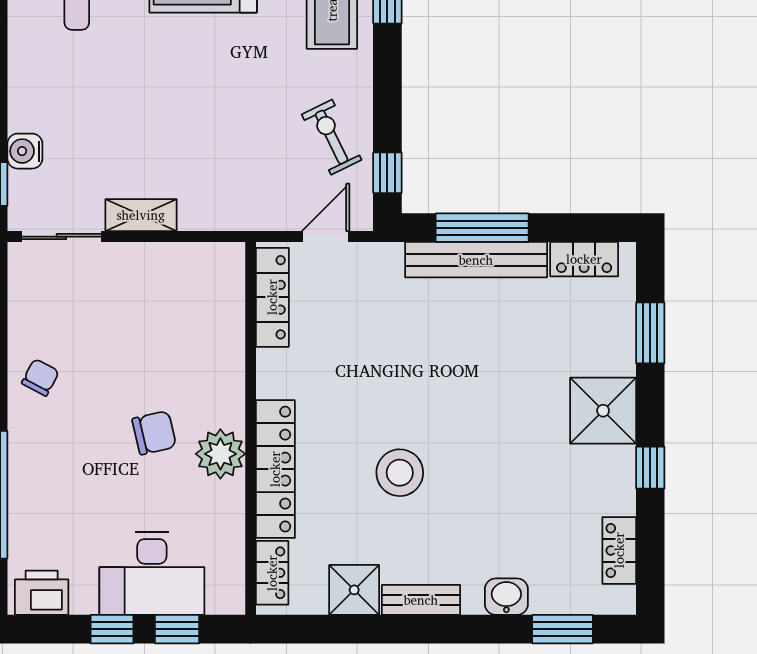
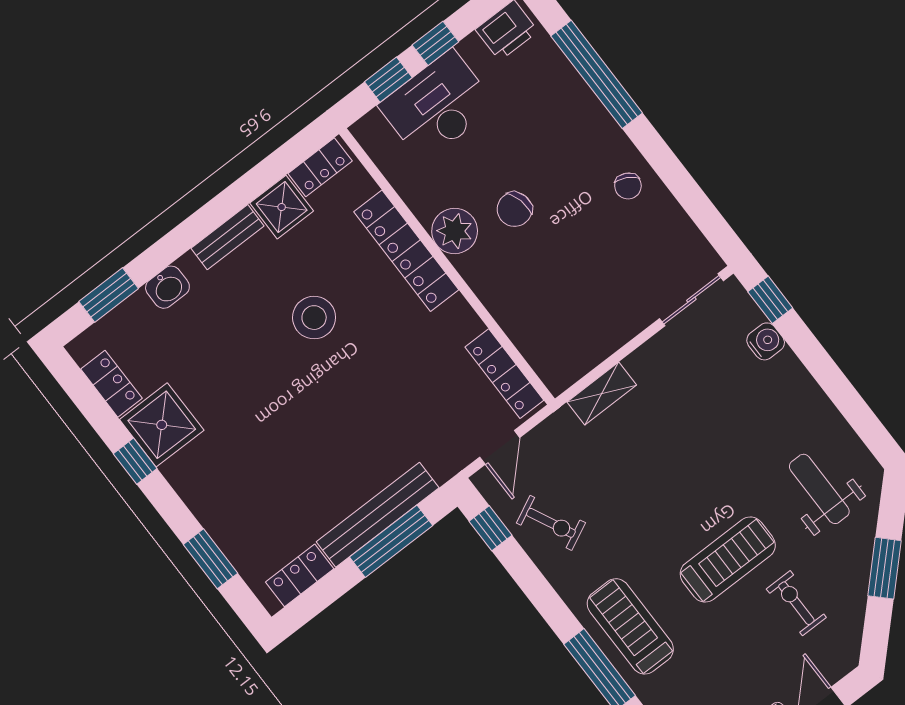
shelving: (141, 215) -> (602, 394), moved
shower: (603, 411) -> (162, 425), moved
locker: (272, 573) -> (320, 167), moved, turned -90

